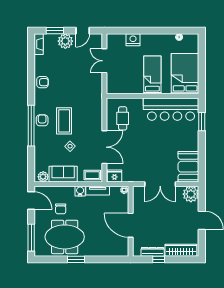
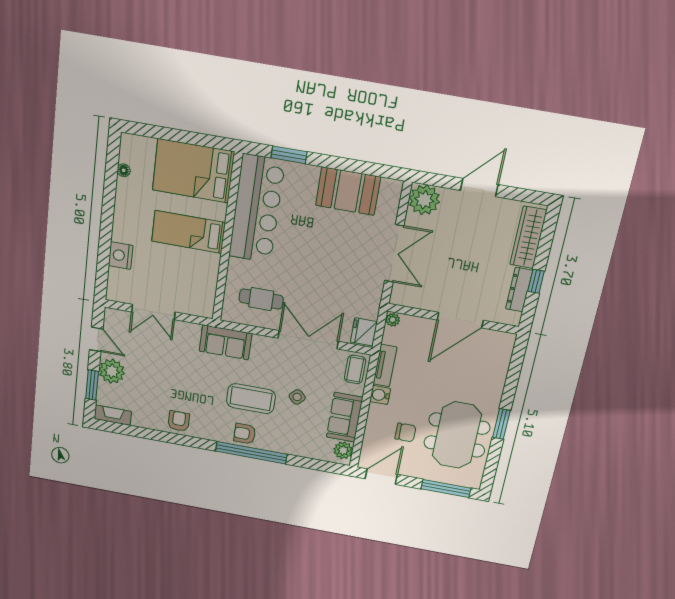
sofa: (94, 102) -> (226, 342), added
booth: (188, 167) -> (348, 191), moved

